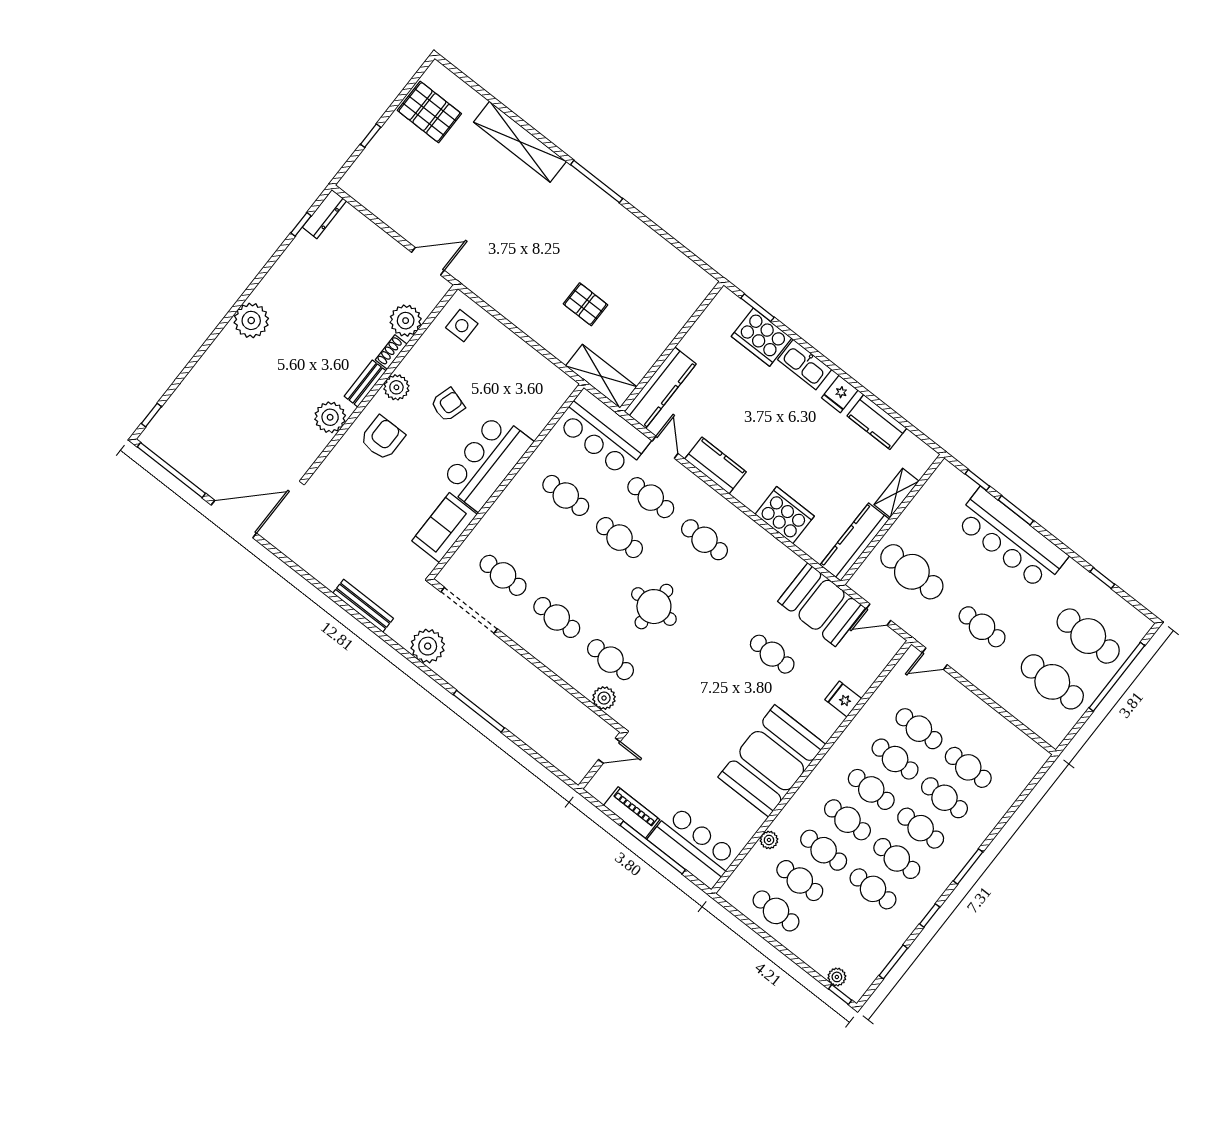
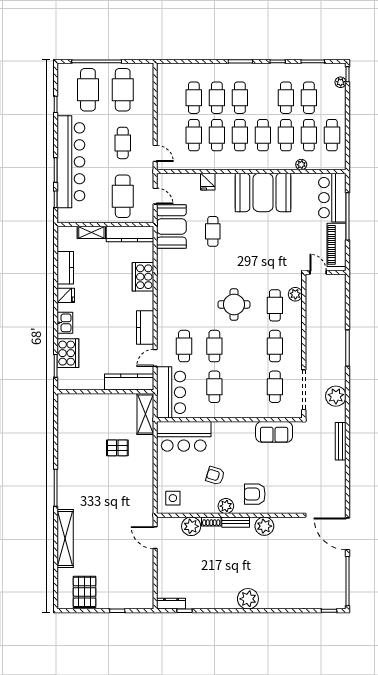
pallet: (585, 304) -> (117, 448), turned 90
kitchen sink: (805, 365) -> (65, 323), width x0.73
bar counter: (487, 462) -> (184, 436), moved
bar counter: (1011, 539) -> (71, 162), width x1.36
cafe table: (705, 540) -> (184, 305), removed
piano: (632, 813) -> (337, 245), width x1.37, depth x1.33
cafe table: (897, 859) -> (309, 98), moved

